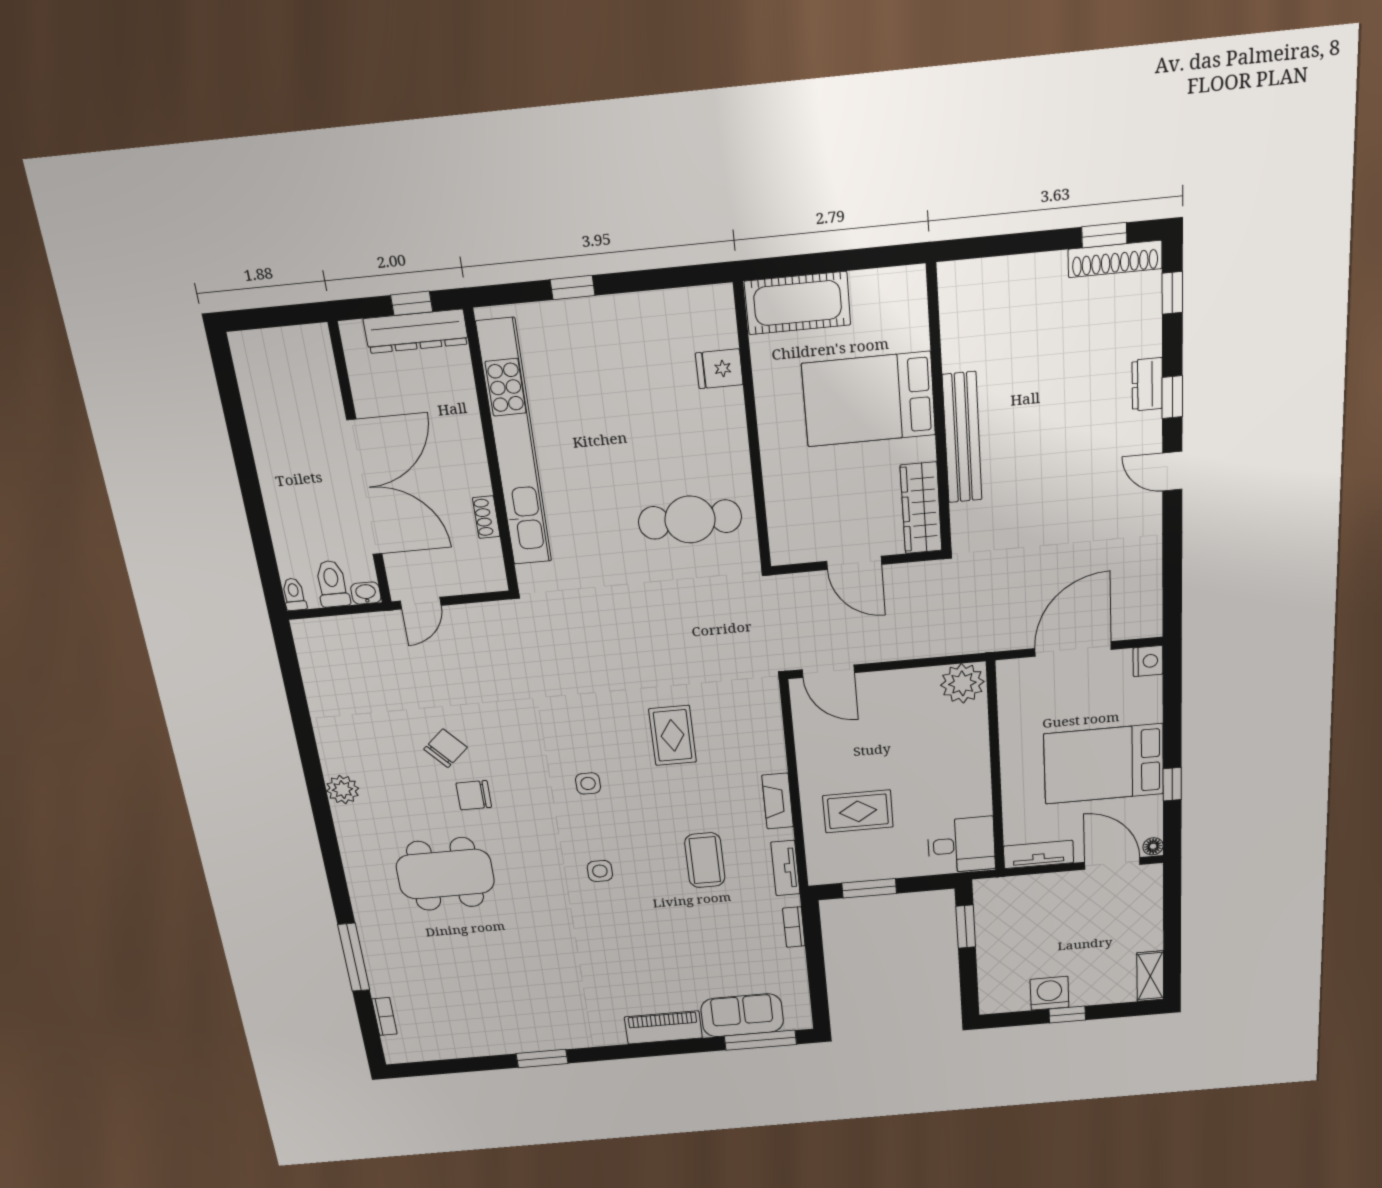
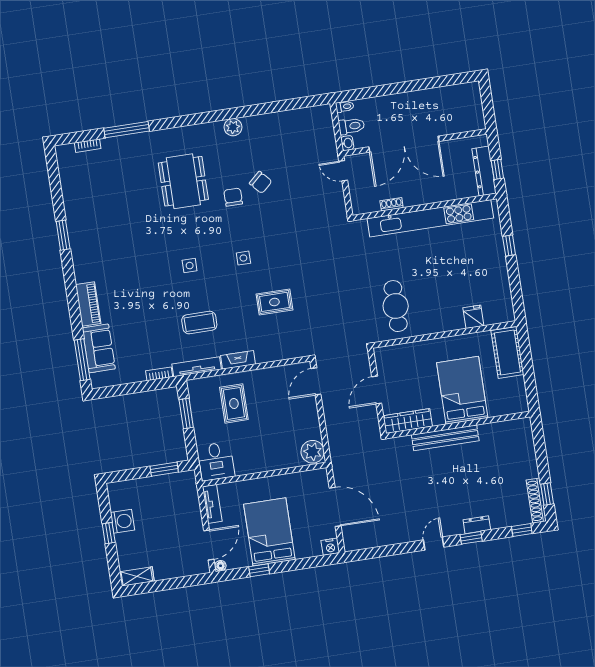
tv unit: (785, 868) -> (197, 367), width x1.41

